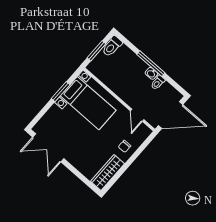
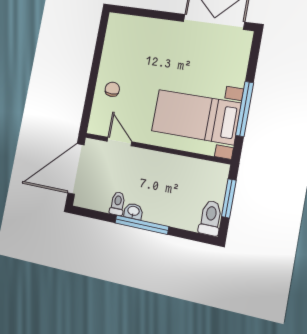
window: (61, 92) -> (245, 109), width x1.44
wardrobe: (108, 172) -> (115, 41), removed

